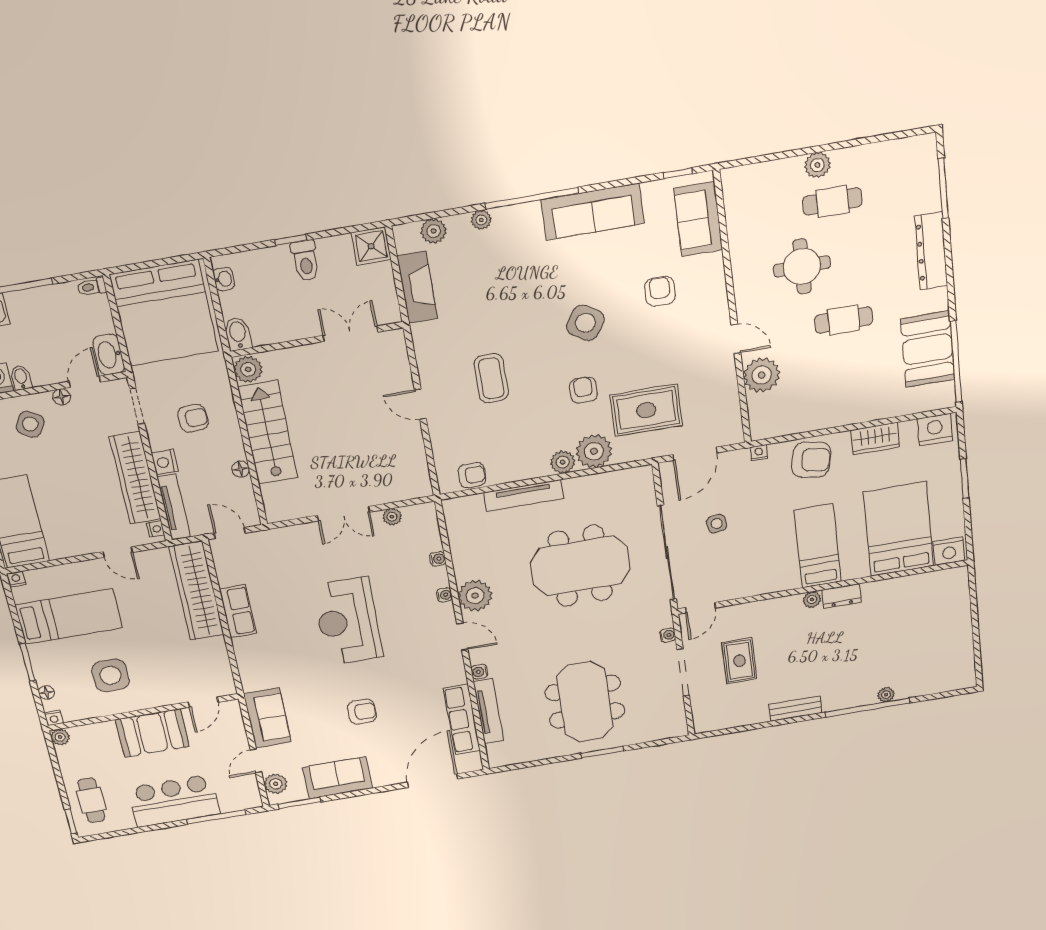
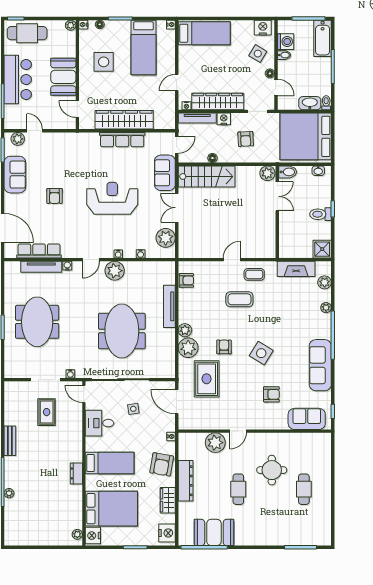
plant: (817, 165) -> (324, 483), removed
dresser: (931, 251) -> (186, 481), moved, turned 90
double door: (350, 334) -> (277, 196), moved
washbasin: (109, 355) -> (310, 103), moved
coffee table: (441, 360) -> (254, 274), added
armchair: (583, 390) -> (224, 347), turned -90
stairs: (268, 432) -> (207, 176), moved
armchair: (472, 475) -> (186, 280), turned -90
plant: (392, 517) -> (166, 238), width x1.88, depth x1.88
desk: (749, 574) -> (99, 423), added
wardrobe: (197, 591) -> (124, 120), moved
plant: (812, 600) -> (77, 534), moved
row of seats: (238, 611) -> (122, 140), width x1.48
rug: (739, 661) -> (47, 412), turned 90
meeting table: (585, 702) -> (37, 322), turned 90
sofa: (267, 718) -> (165, 173), moved, turned 90
cafe table: (91, 800) -> (27, 33), width x1.37, depth x1.35

